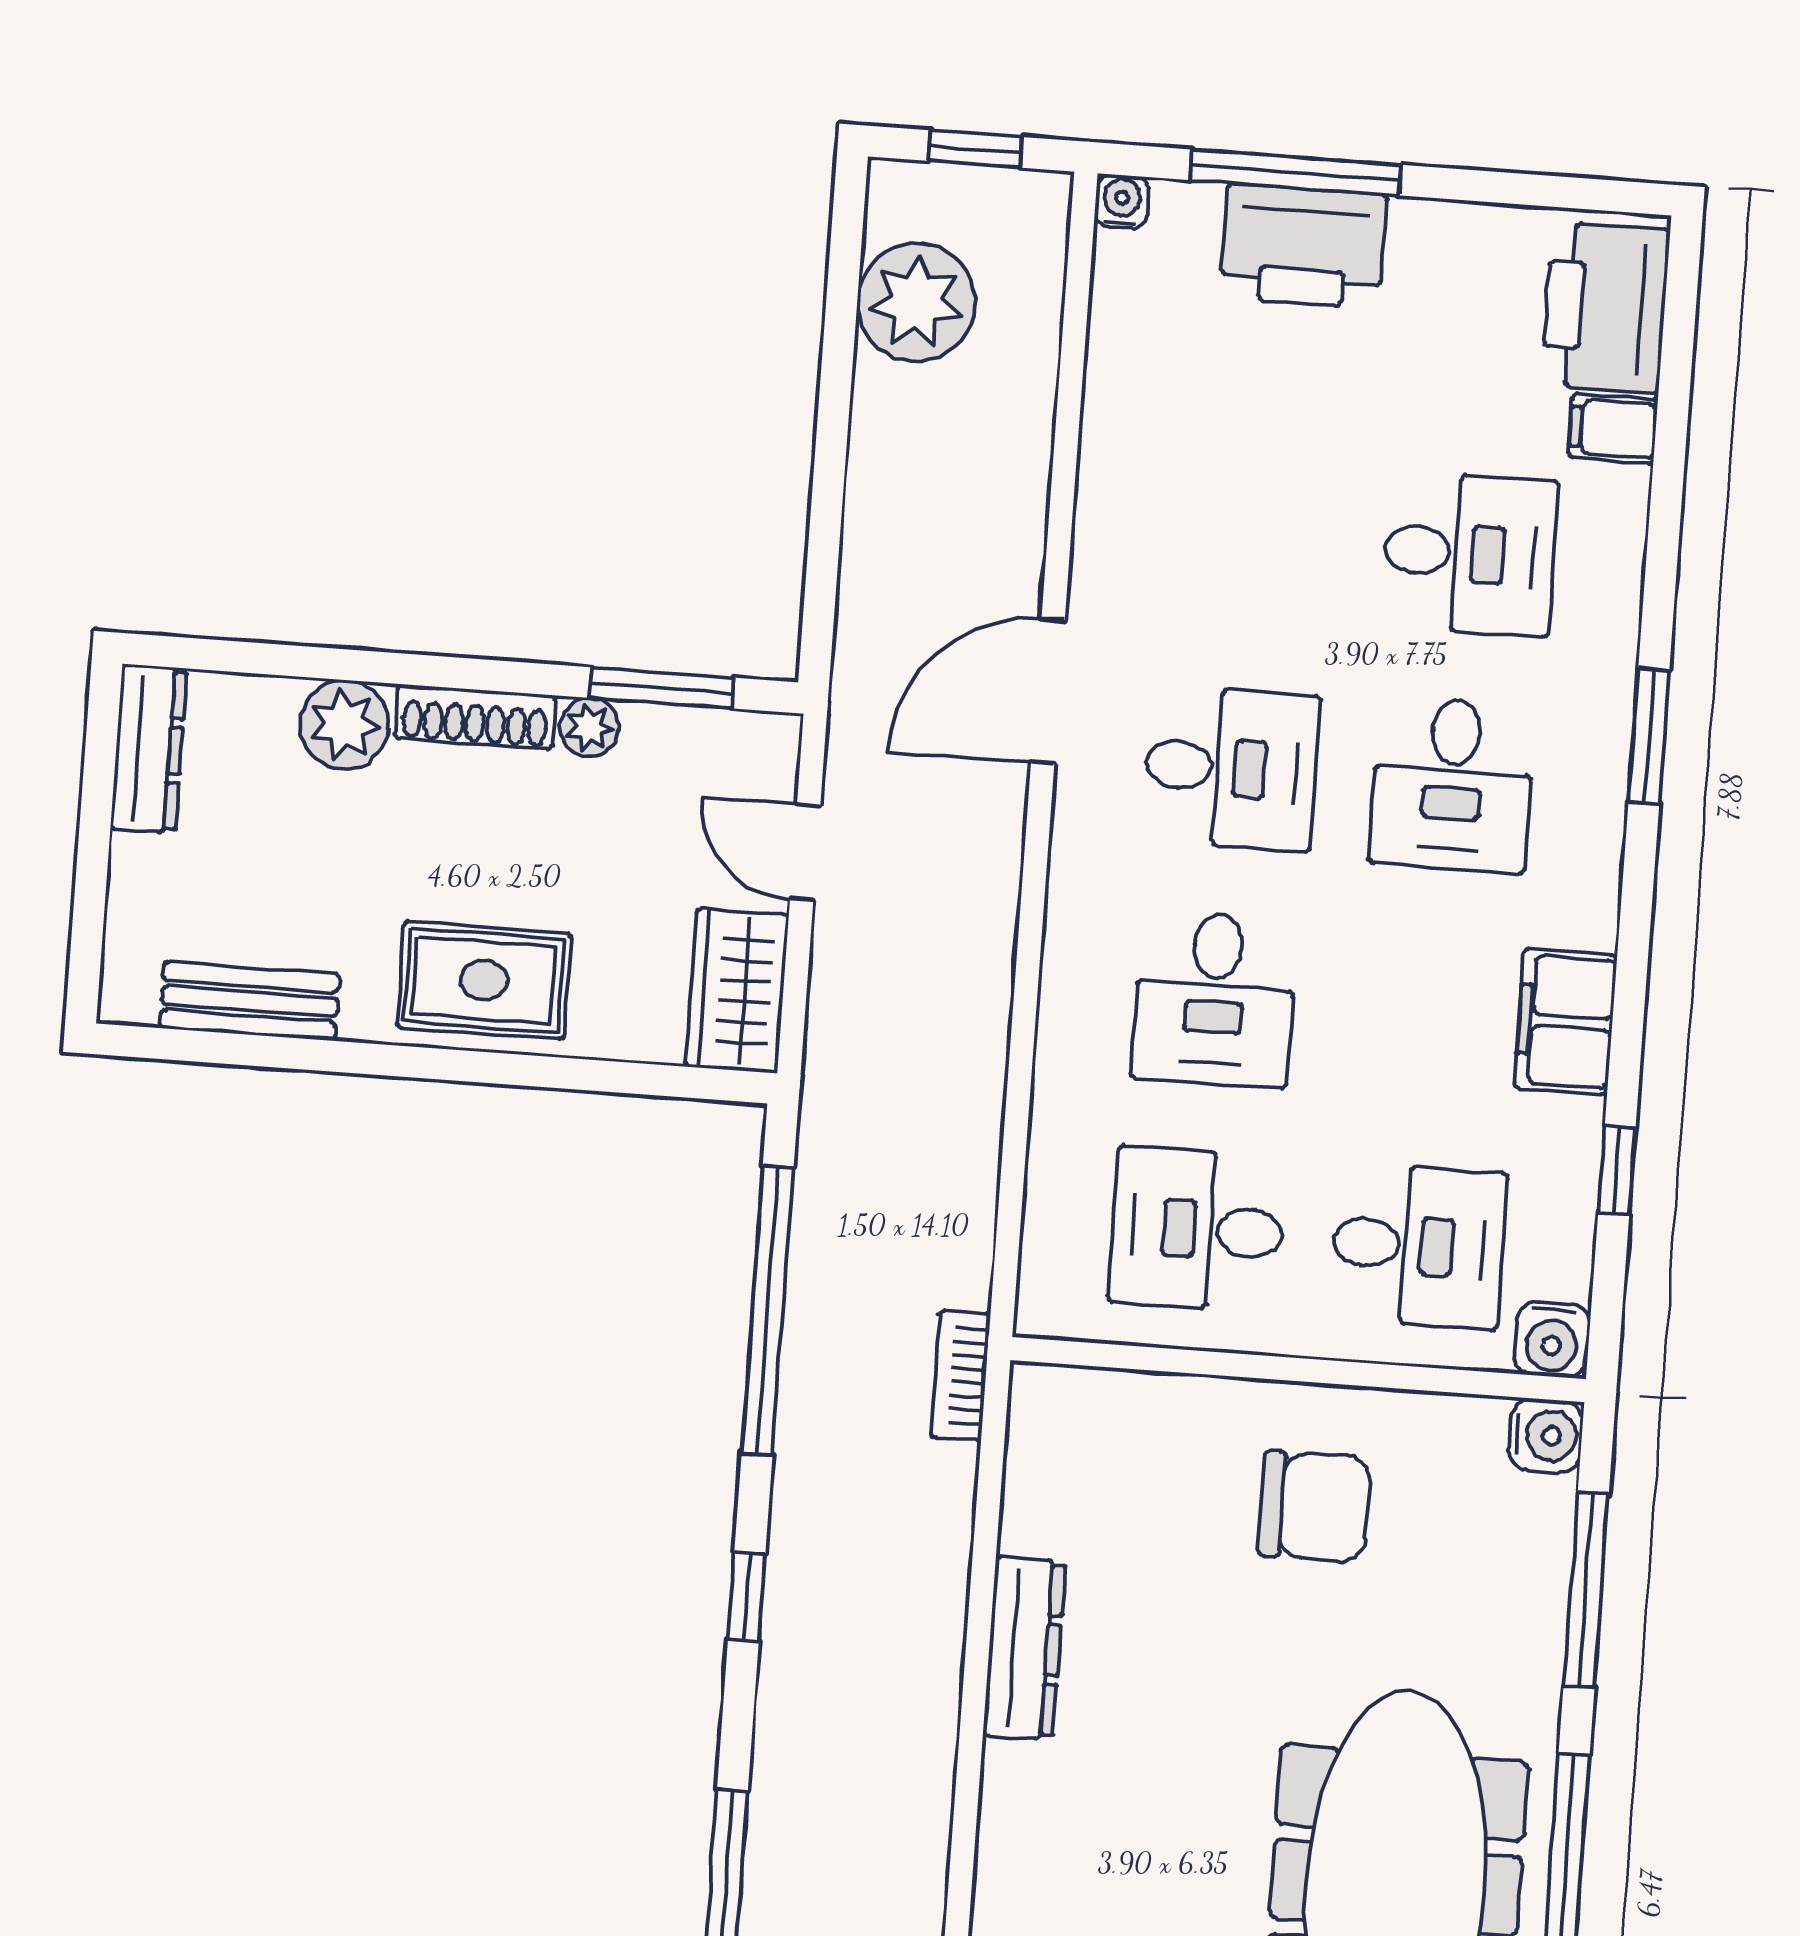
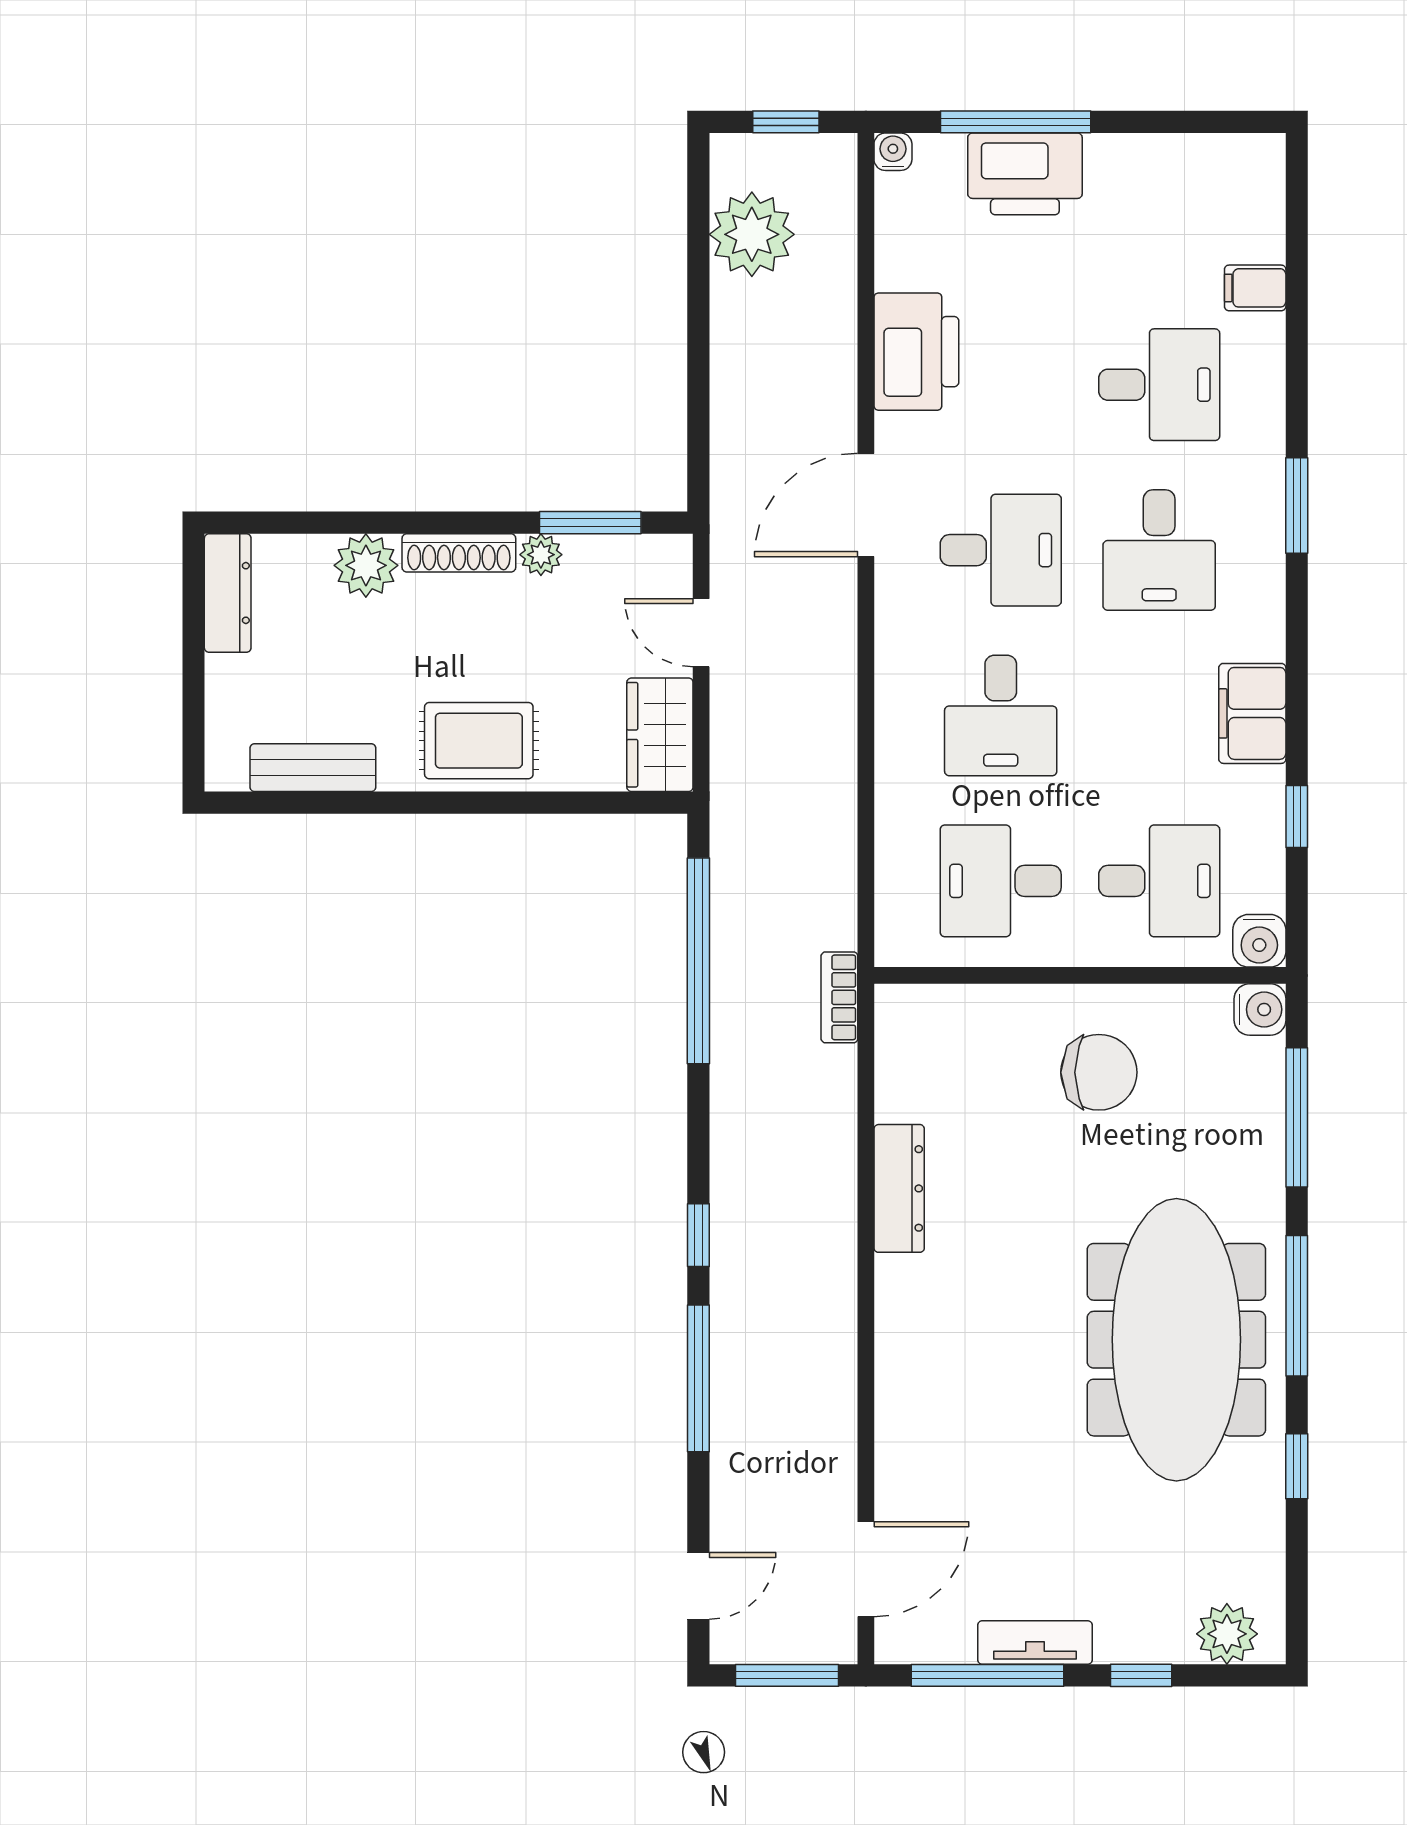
printer: (1606, 307) -> (916, 352), moved, turned 180
window: (747, 1597) -> (698, 1235), moved

